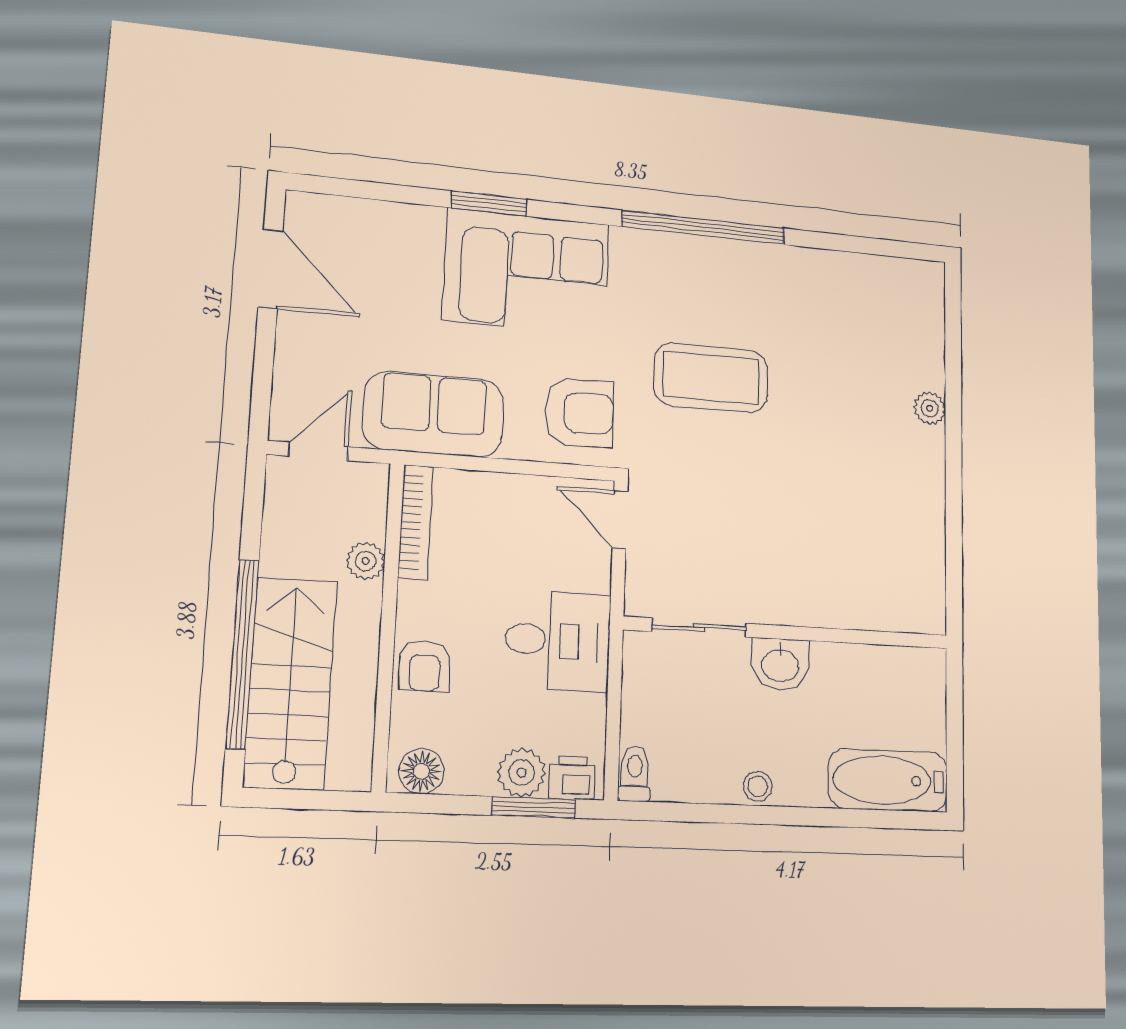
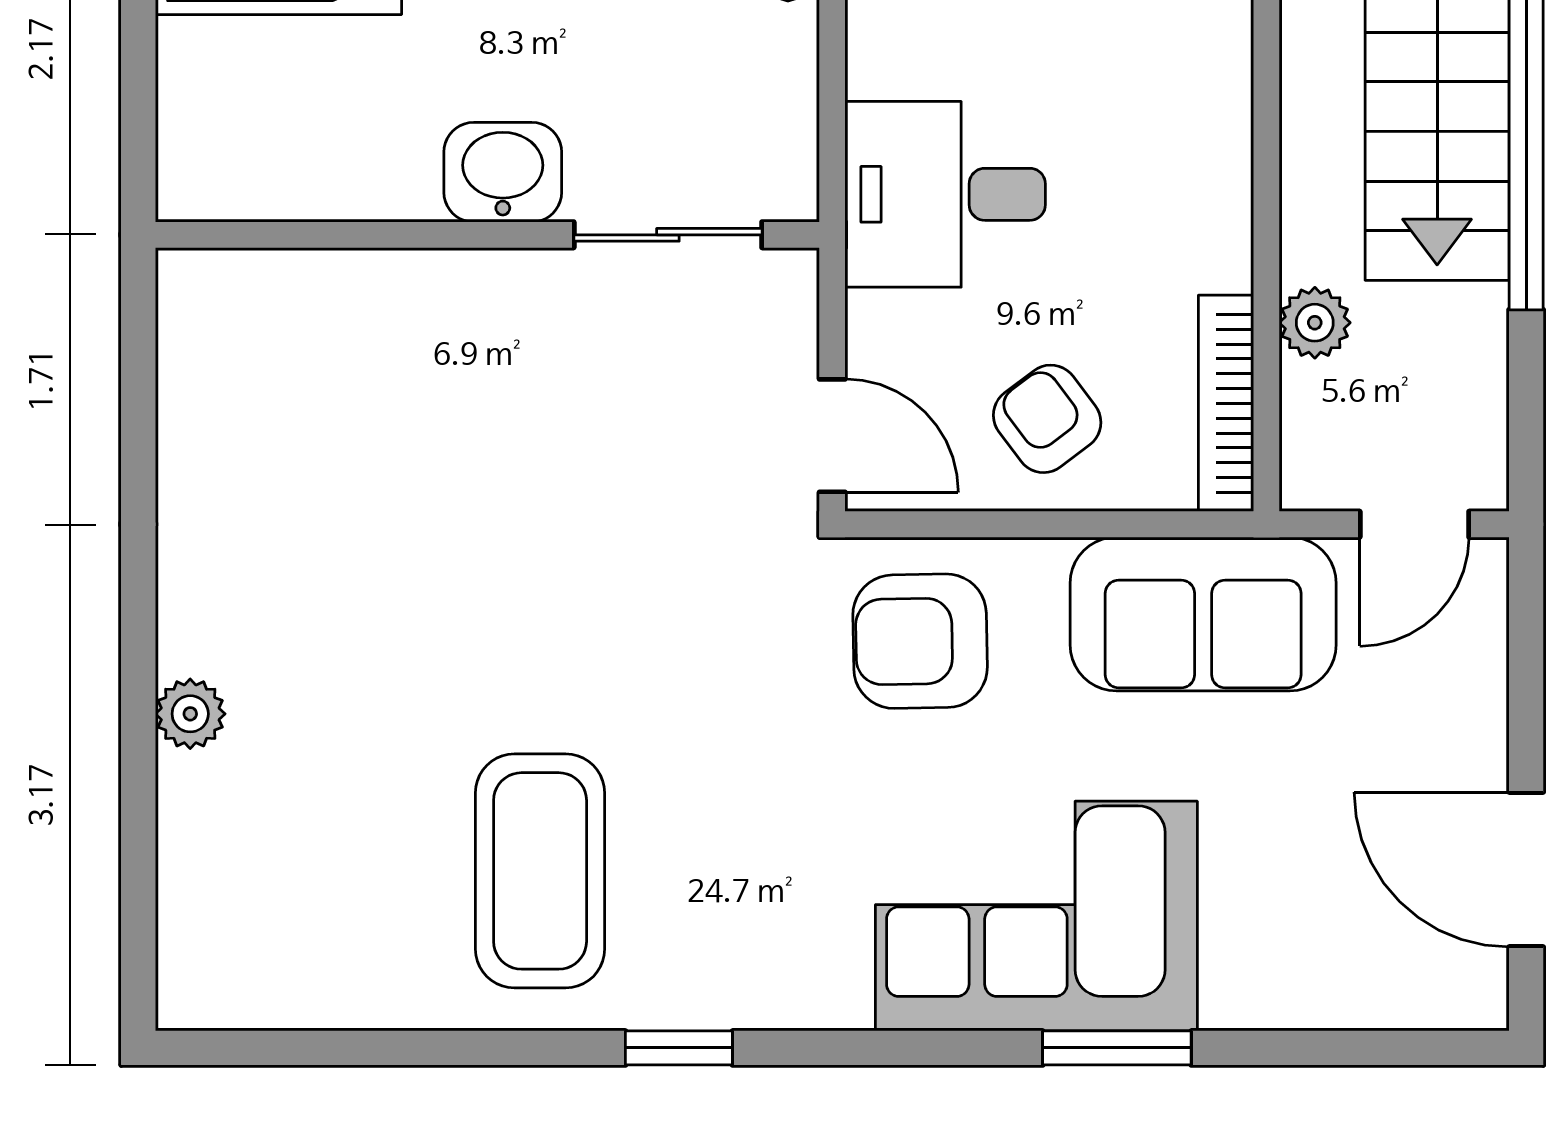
window: (704, 227) -> (679, 1048), width x0.32
coffee table: (711, 378) -> (540, 871), moved, turned 90
armchair: (425, 666) -> (1047, 419), moved, turned -37

